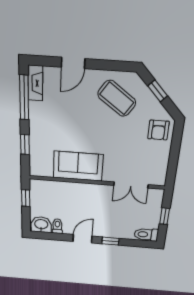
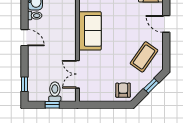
armchair: (158, 130) -> (123, 90), turned 90
toilet: (146, 235) -> (55, 92), moved
window: (110, 241) -> (24, 84), moved

